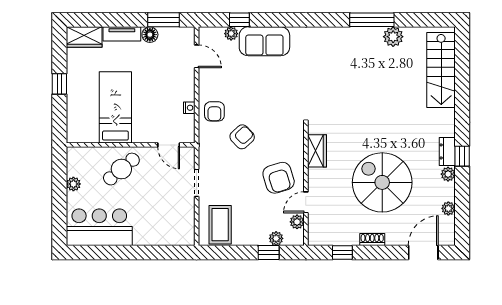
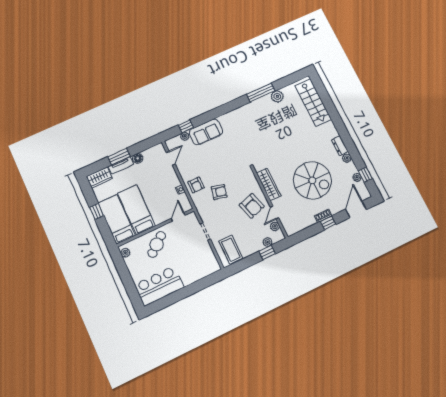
window: (163, 20) -> (119, 157), moved
door: (197, 56) -> (171, 158), hinge flipped
bed: (82, 108) -> (117, 219), added
armchair: (242, 137) -> (219, 192), turned 56
door: (169, 145) -> (178, 217), swing flipped
wardrobe: (317, 151) -> (269, 184), width x1.50
window: (462, 156) -> (365, 175), moved
spiral stairs: (382, 182) -> (312, 180), turned 180
plant: (73, 184) -> (125, 253), moved
window: (342, 252) -> (328, 223), moved

